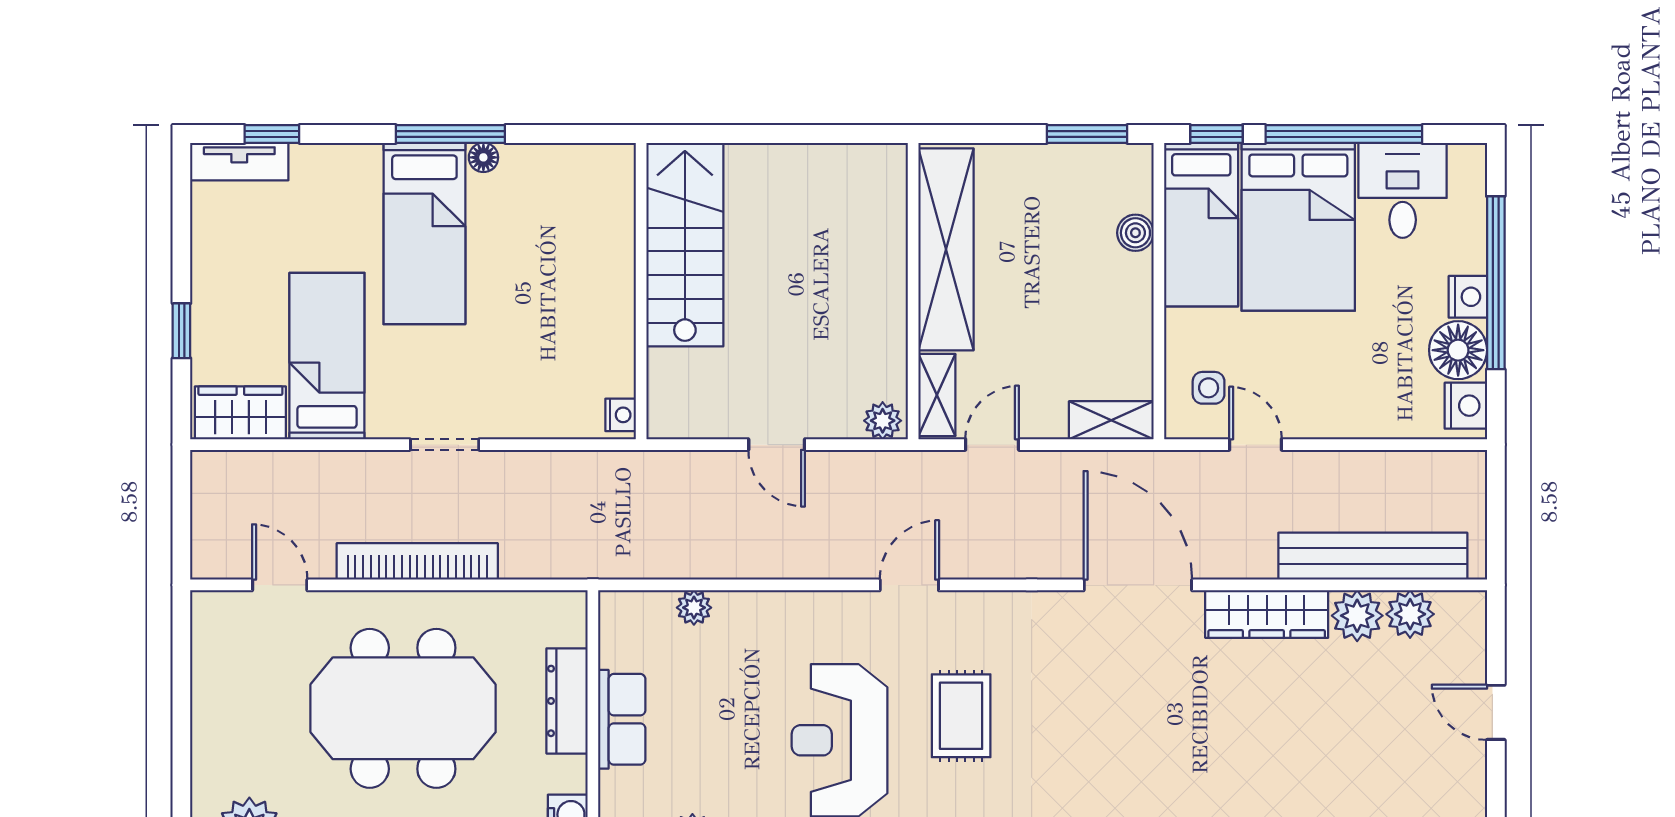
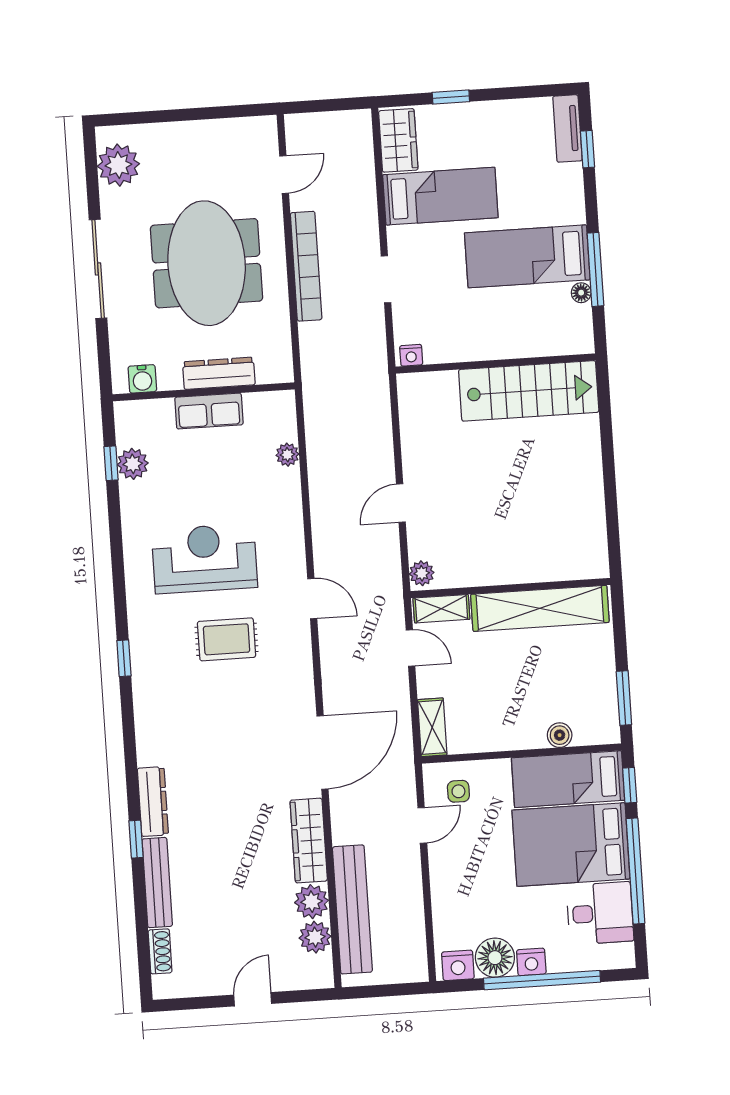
stairs: (685, 245) -> (529, 391), moved
wall: (641, 291) -> (495, 364), moved
nightstand: (621, 415) -> (411, 355), moved

